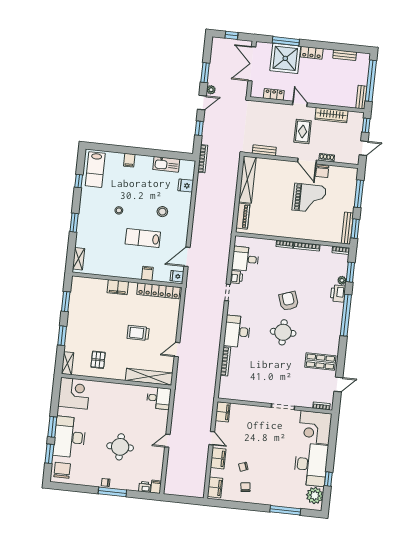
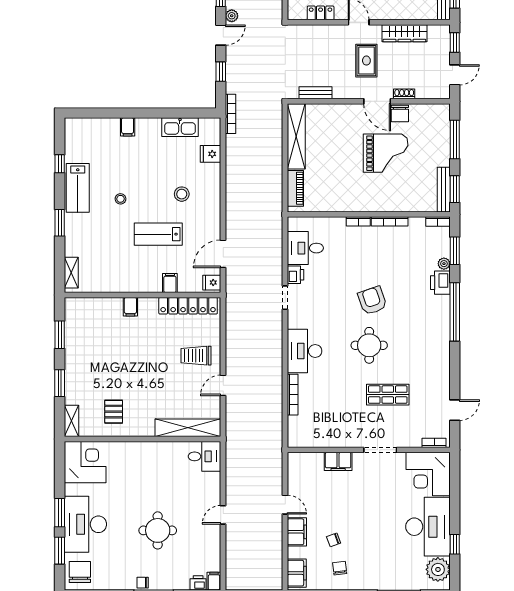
lab bench: (95, 170) -> (78, 188), moved
filing cabinet: (118, 287) -> (130, 307), width x0.50
trolley: (138, 333) -> (196, 356), moved
shop shelf: (320, 361) -> (388, 395), moved
filing cabinet: (223, 412) -> (338, 461), moved, turned 90

